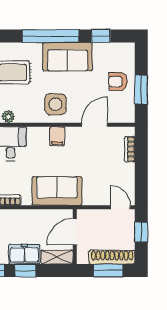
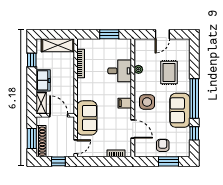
window: (141, 90) -> (168, 161), moved
sofa: (57, 191) -> (87, 118), moved
window: (25, 271) -> (32, 81), removed

